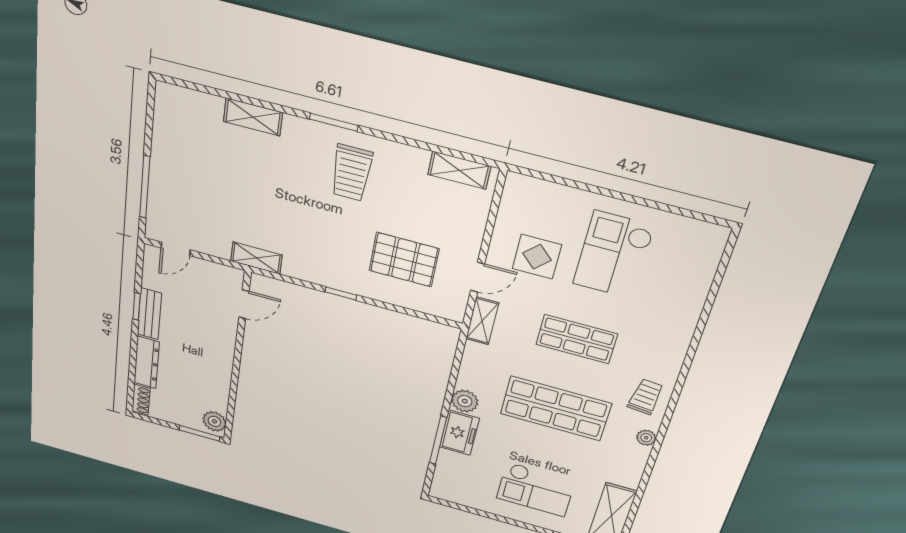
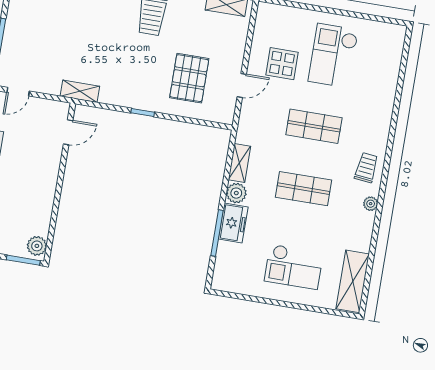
pallet: (404, 260) -> (189, 78), turned 90
shelving: (482, 321) -> (239, 163), moved
shop shelf: (556, 409) -> (304, 189), width x0.70, depth x0.74

